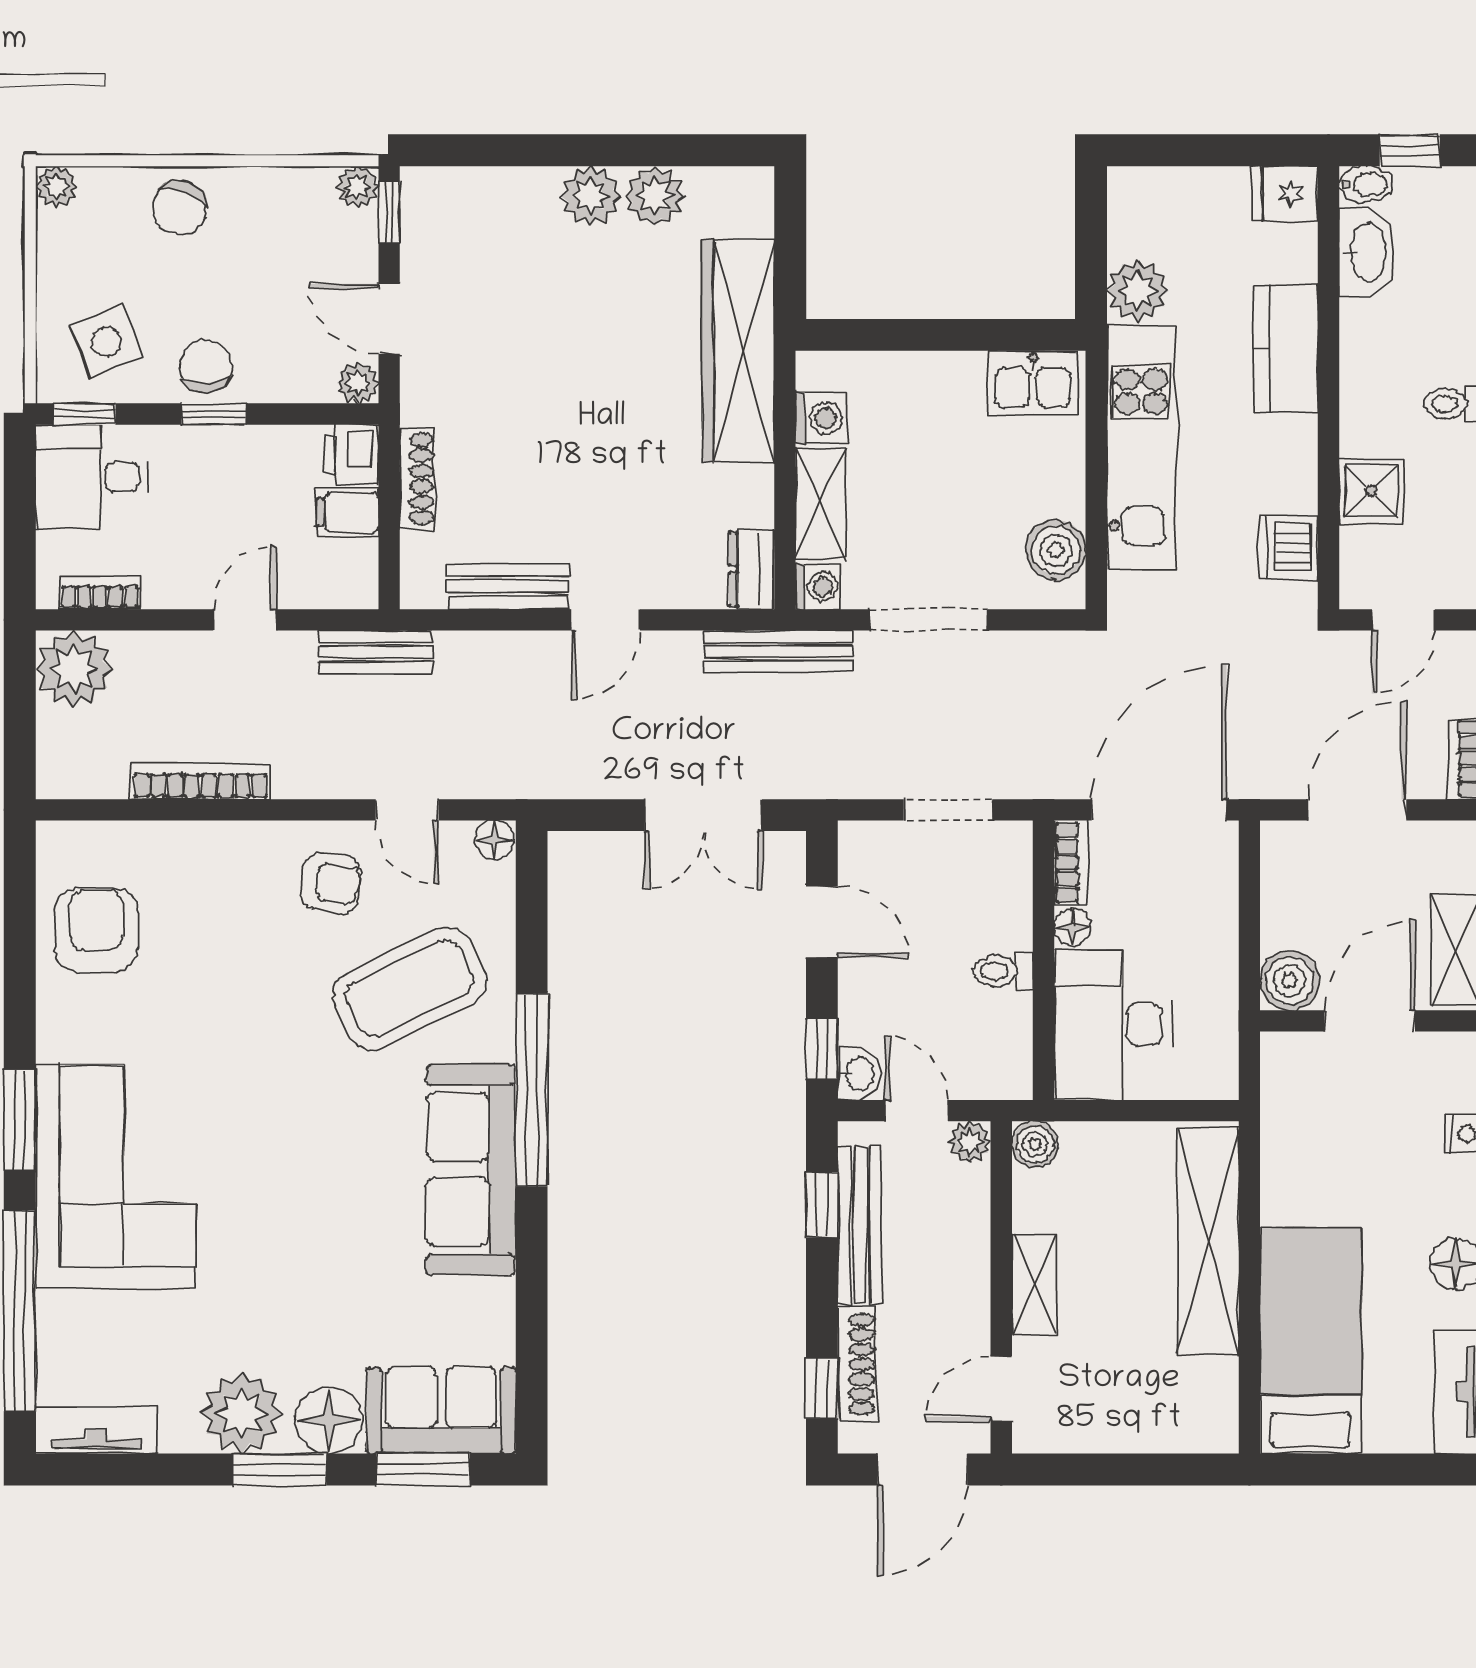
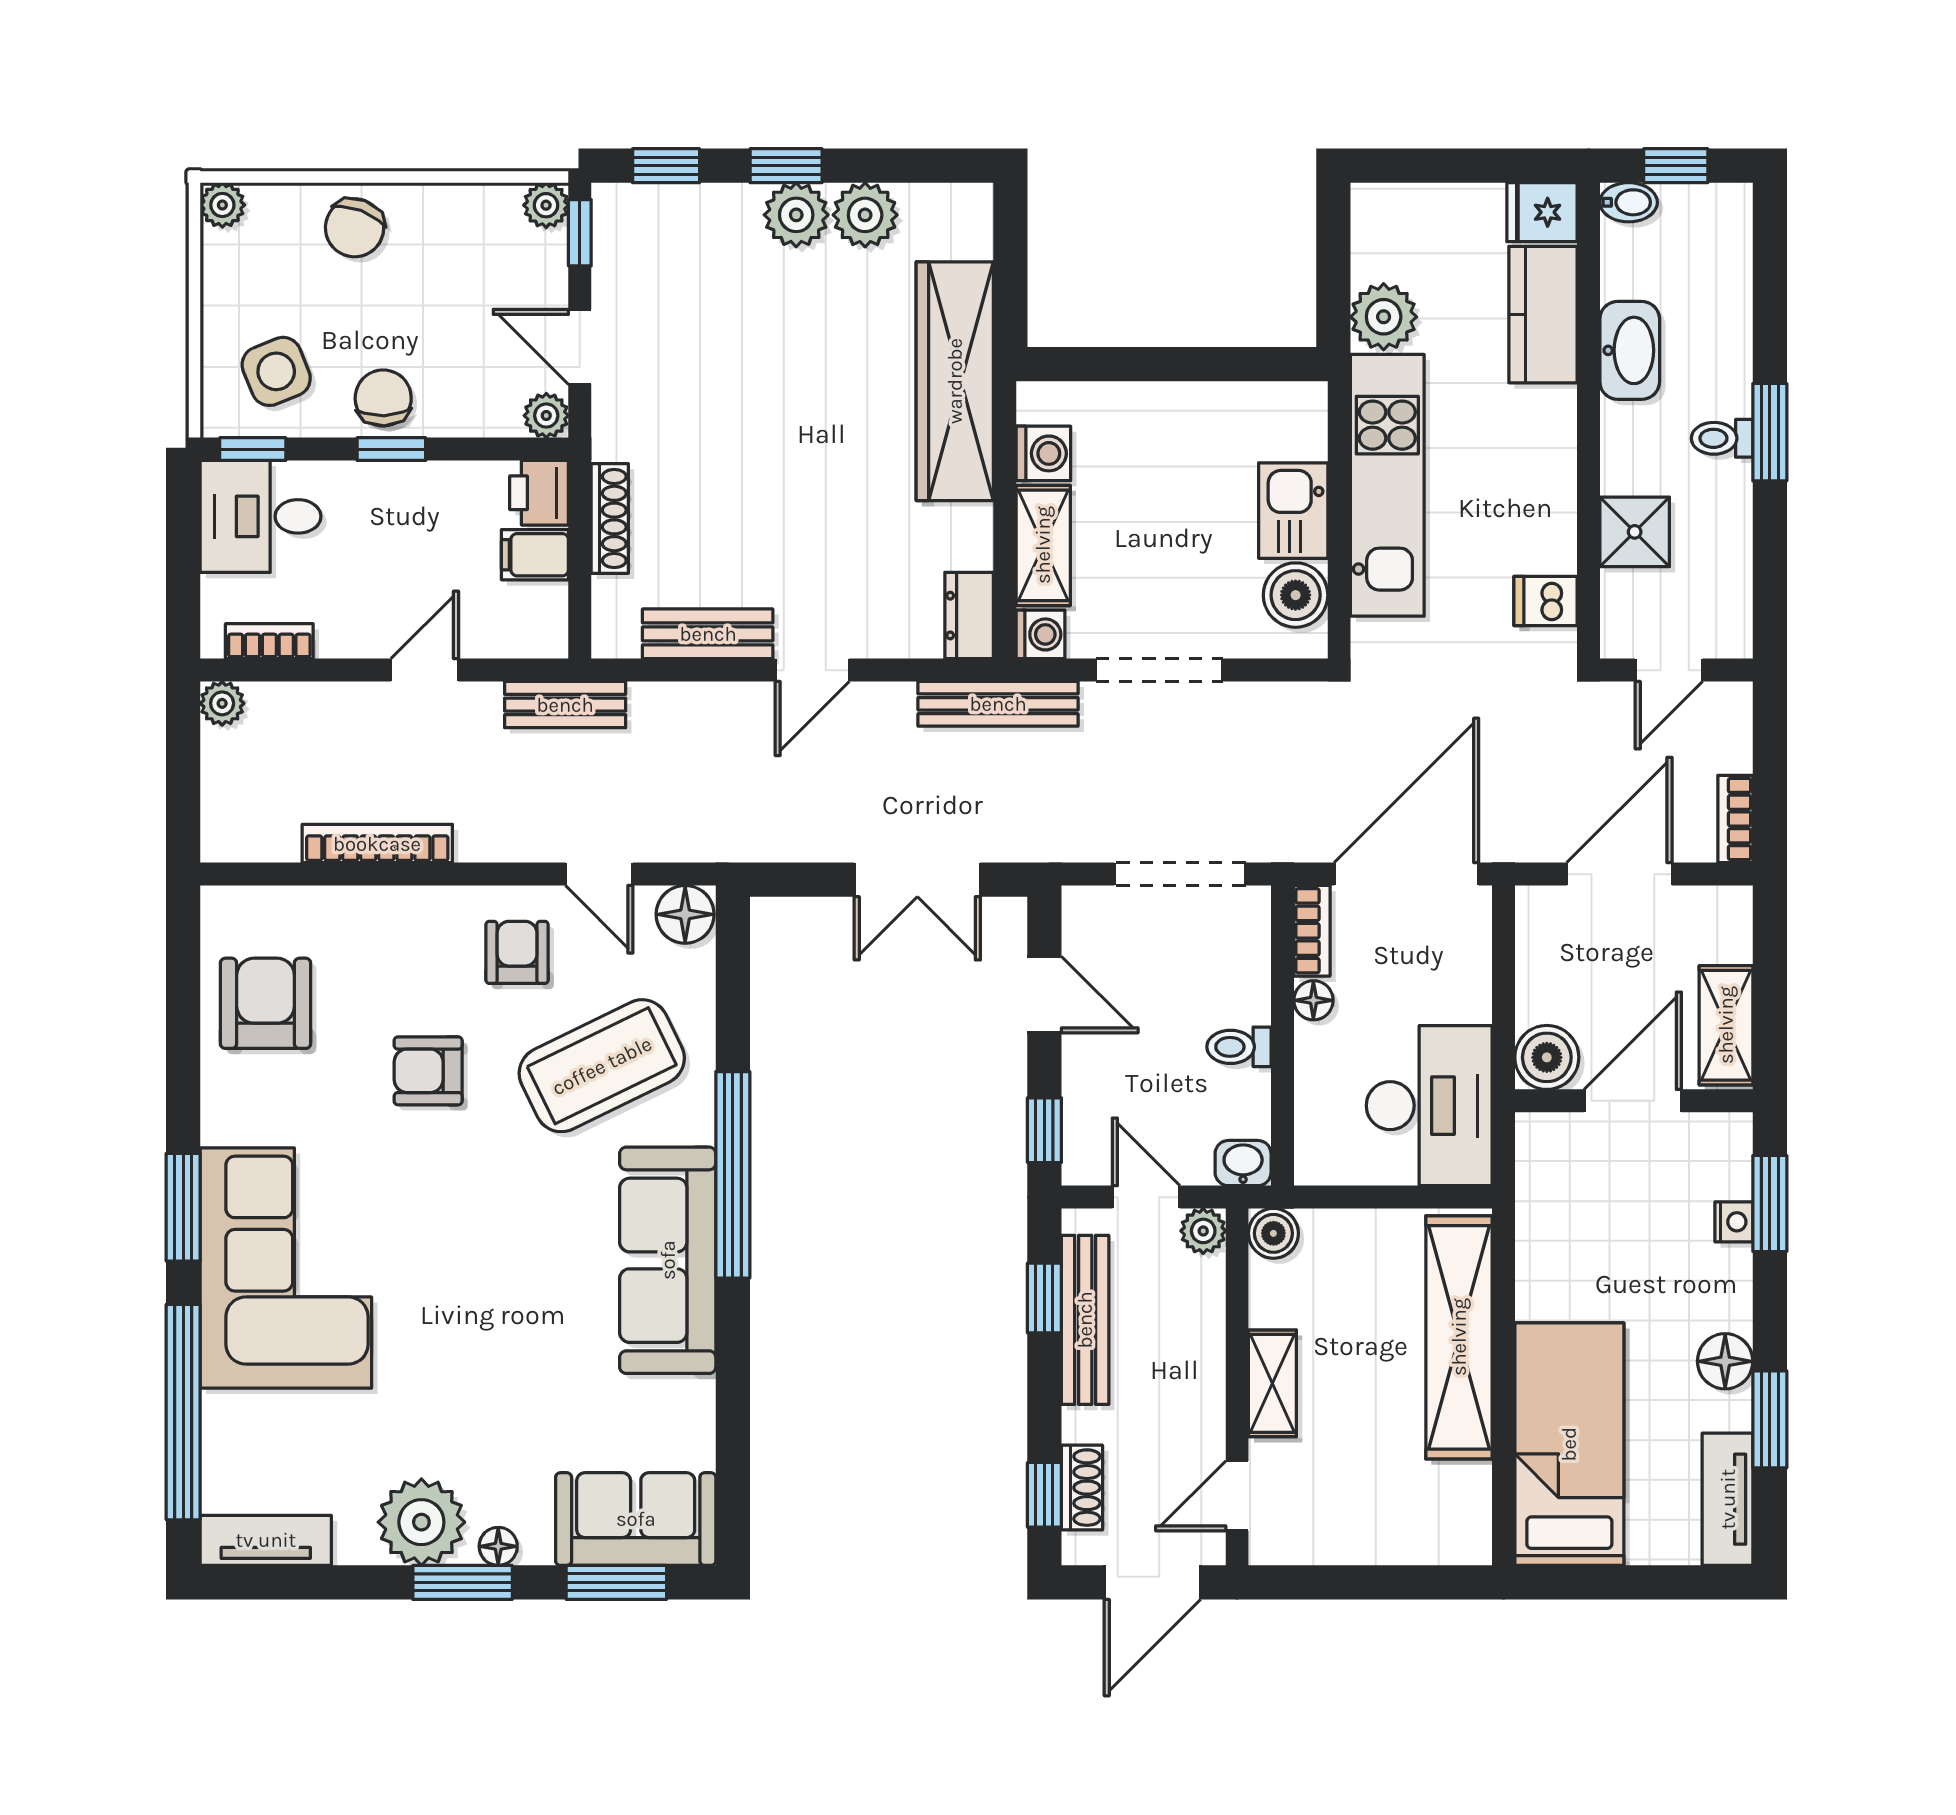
window: (469, 150) -> (666, 166), added
window: (581, 150) -> (786, 166), added
washbasin: (1367, 252) -> (1630, 350), moved
kitchen counter: (1286, 348) -> (1543, 315), moved
kitchen sink: (1033, 383) -> (1293, 511), moved, turned 90
dishwasher: (1288, 547) -> (1545, 601), width x0.73
plant: (74, 669) -> (222, 703), width x0.53, depth x0.53
doorway: (948, 810) -> (1180, 874), width x1.38
floor lamp: (494, 840) -> (685, 914), width x1.37, depth x1.37
armchair: (331, 883) -> (517, 952), turned -98
armchair: (248, 993) -> (428, 1071), added
desk: (1113, 1025) -> (1429, 1106), moved, turned 180
washbasin: (859, 1074) -> (1243, 1163), moved, turned -90
shoe rack: (857, 1364) -> (1082, 1488), width x0.70
floor lamp: (329, 1420) -> (498, 1546), width x0.53, depth x0.53

